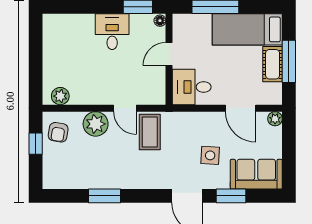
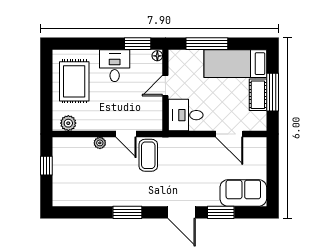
rug: (67, 49) -> (74, 81), added
plant: (275, 119) -> (260, 143), removed
plant: (96, 124) -> (100, 143), width x0.53, depth x0.53
armchair: (58, 132) -> (66, 156), removed
side table: (210, 155) -> (202, 176), removed
window: (105, 196) -> (127, 212), moved

